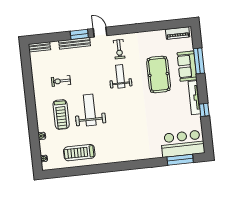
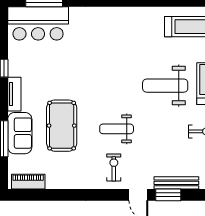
weight bench: (120, 76) -> (117, 129), turned 90
tv unit: (194, 98) -> (14, 94), width x0.71
weight bench: (90, 110) -> (165, 86), turned 90

